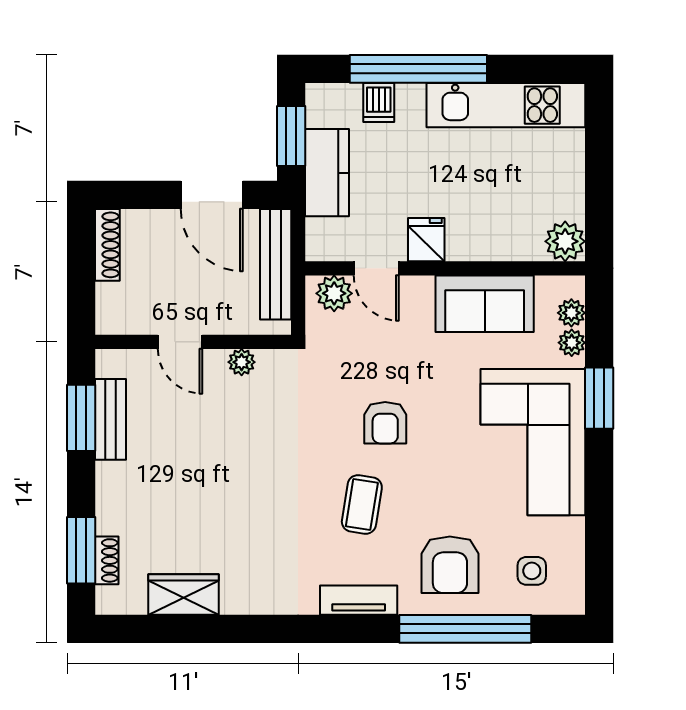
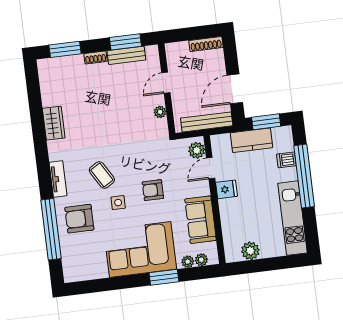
plant: (565, 241) -> (250, 251), moved
armchair: (385, 423) -> (153, 190), moved
coffee table: (362, 504) -> (102, 175), turned 50
shoe rack: (107, 560) -> (95, 57), moved
side table: (532, 571) -> (118, 203), moved
wardrobe: (184, 594) -> (54, 123), moved

